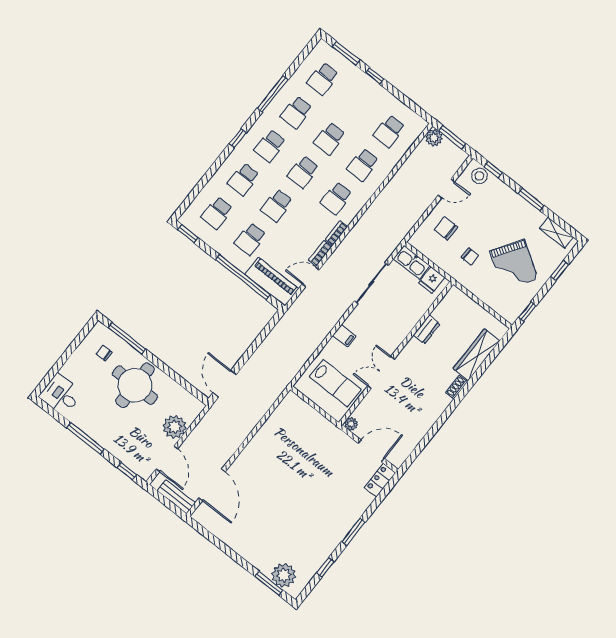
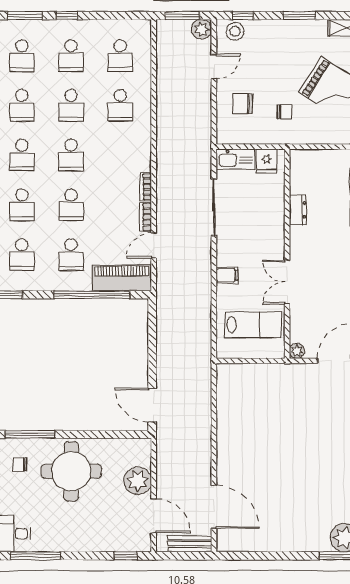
plant: (434, 138) -> (202, 29), moved
school desk: (336, 198) -> (71, 56), moved
window: (86, 438) -> (36, 556), moved

